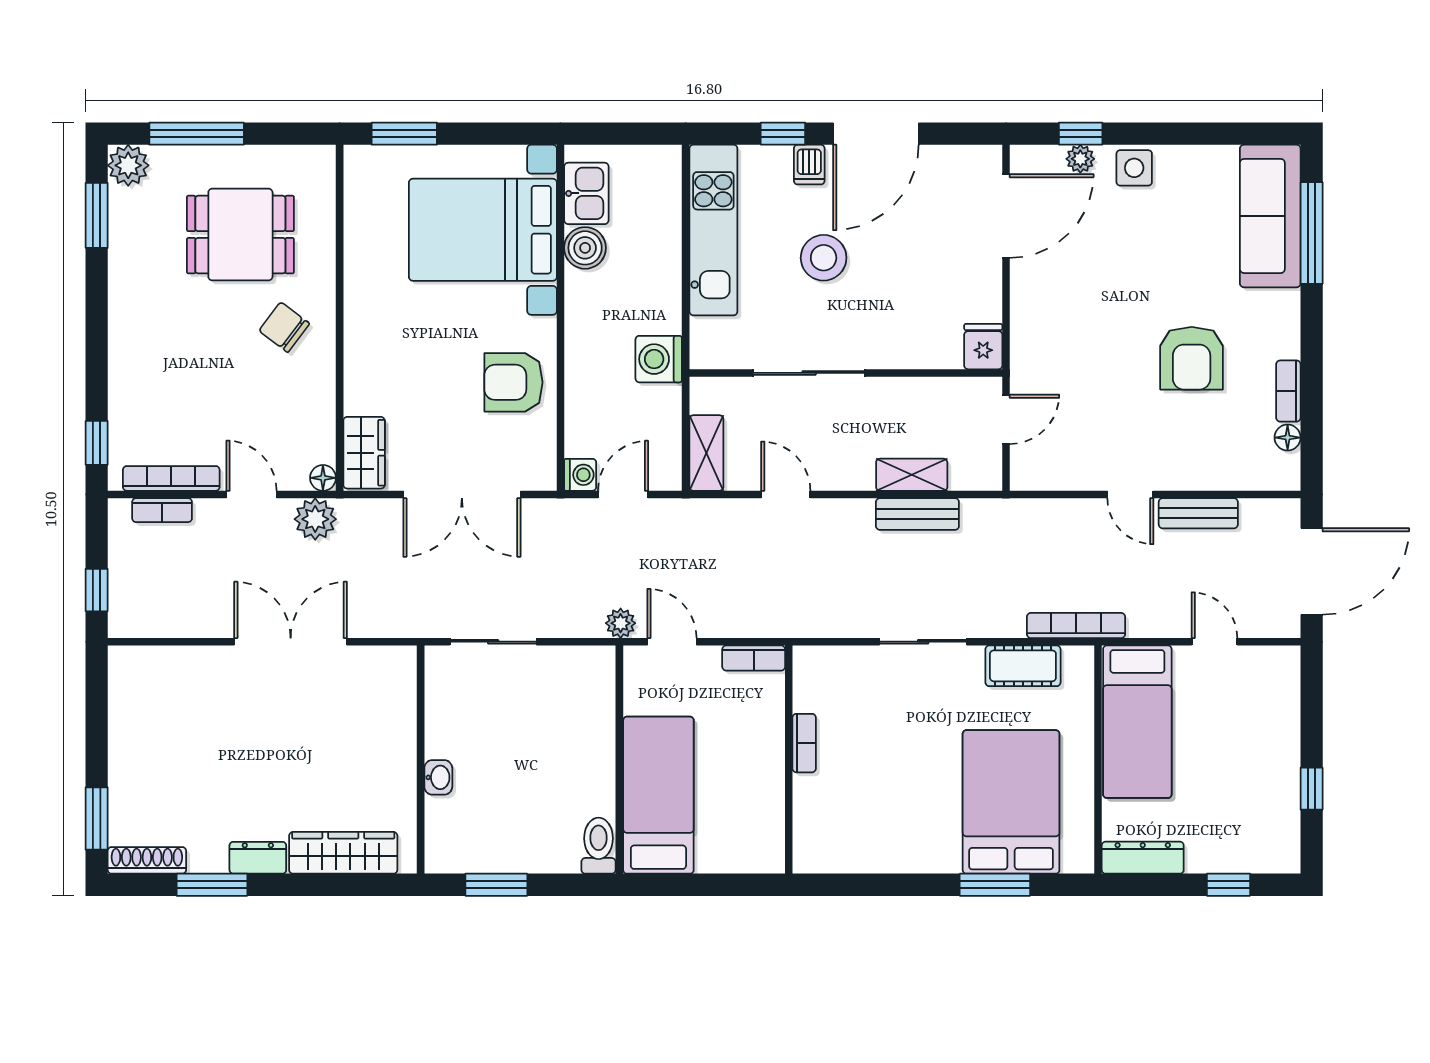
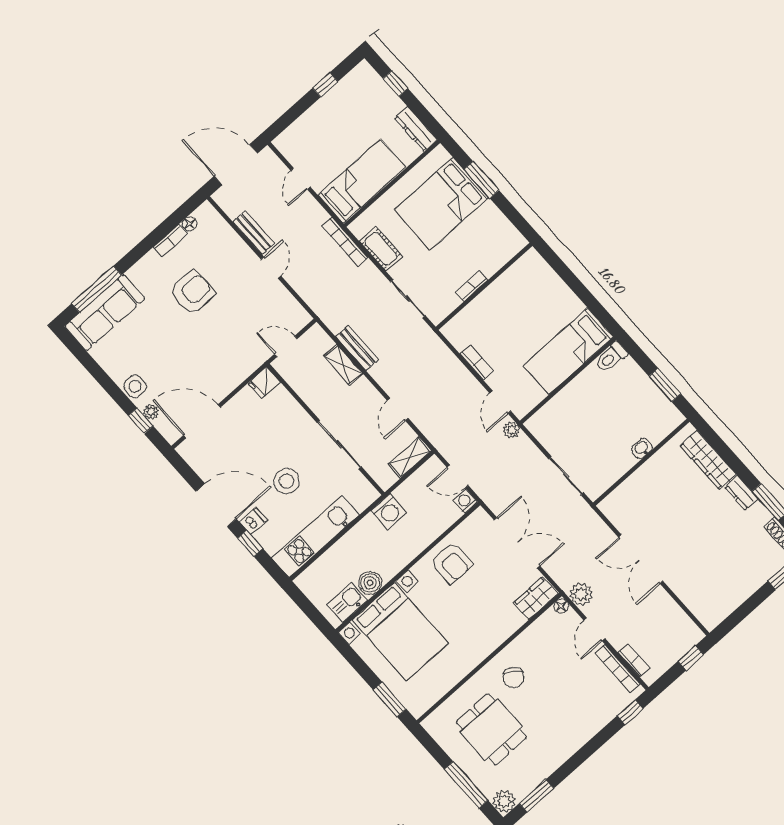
bookcase: (804, 743) -> (472, 286), moved
wall: (789, 760) -> (484, 286), moved

